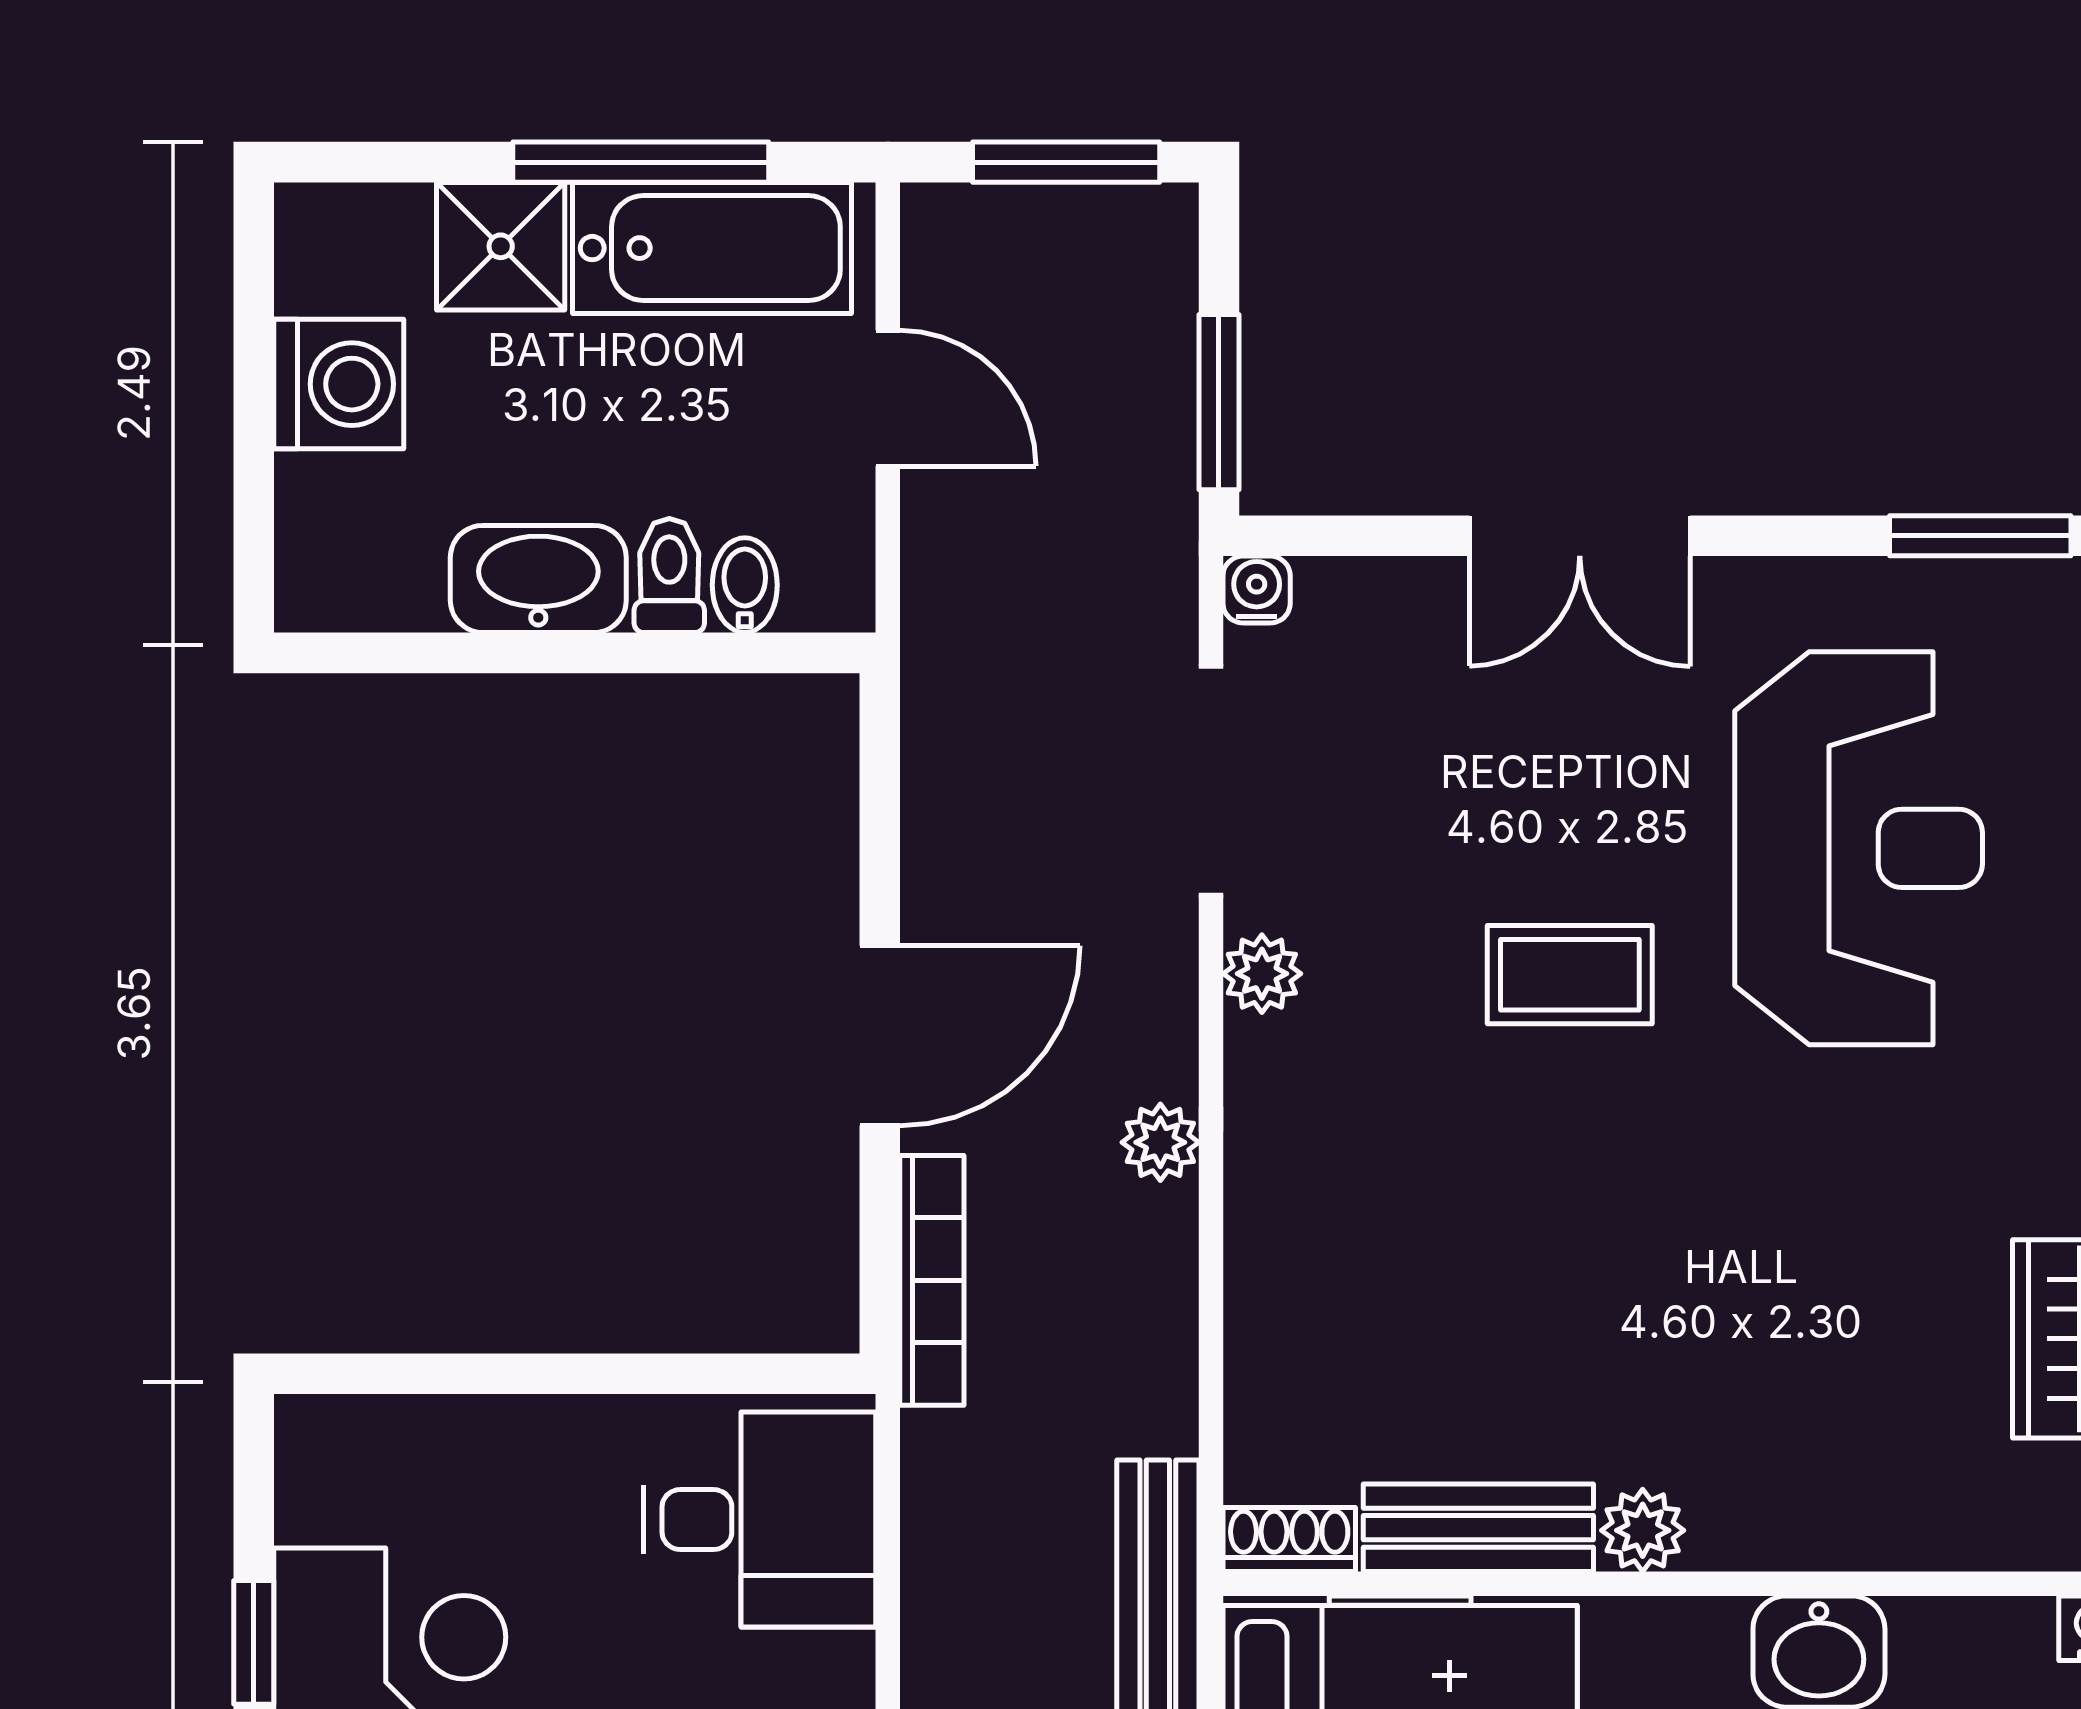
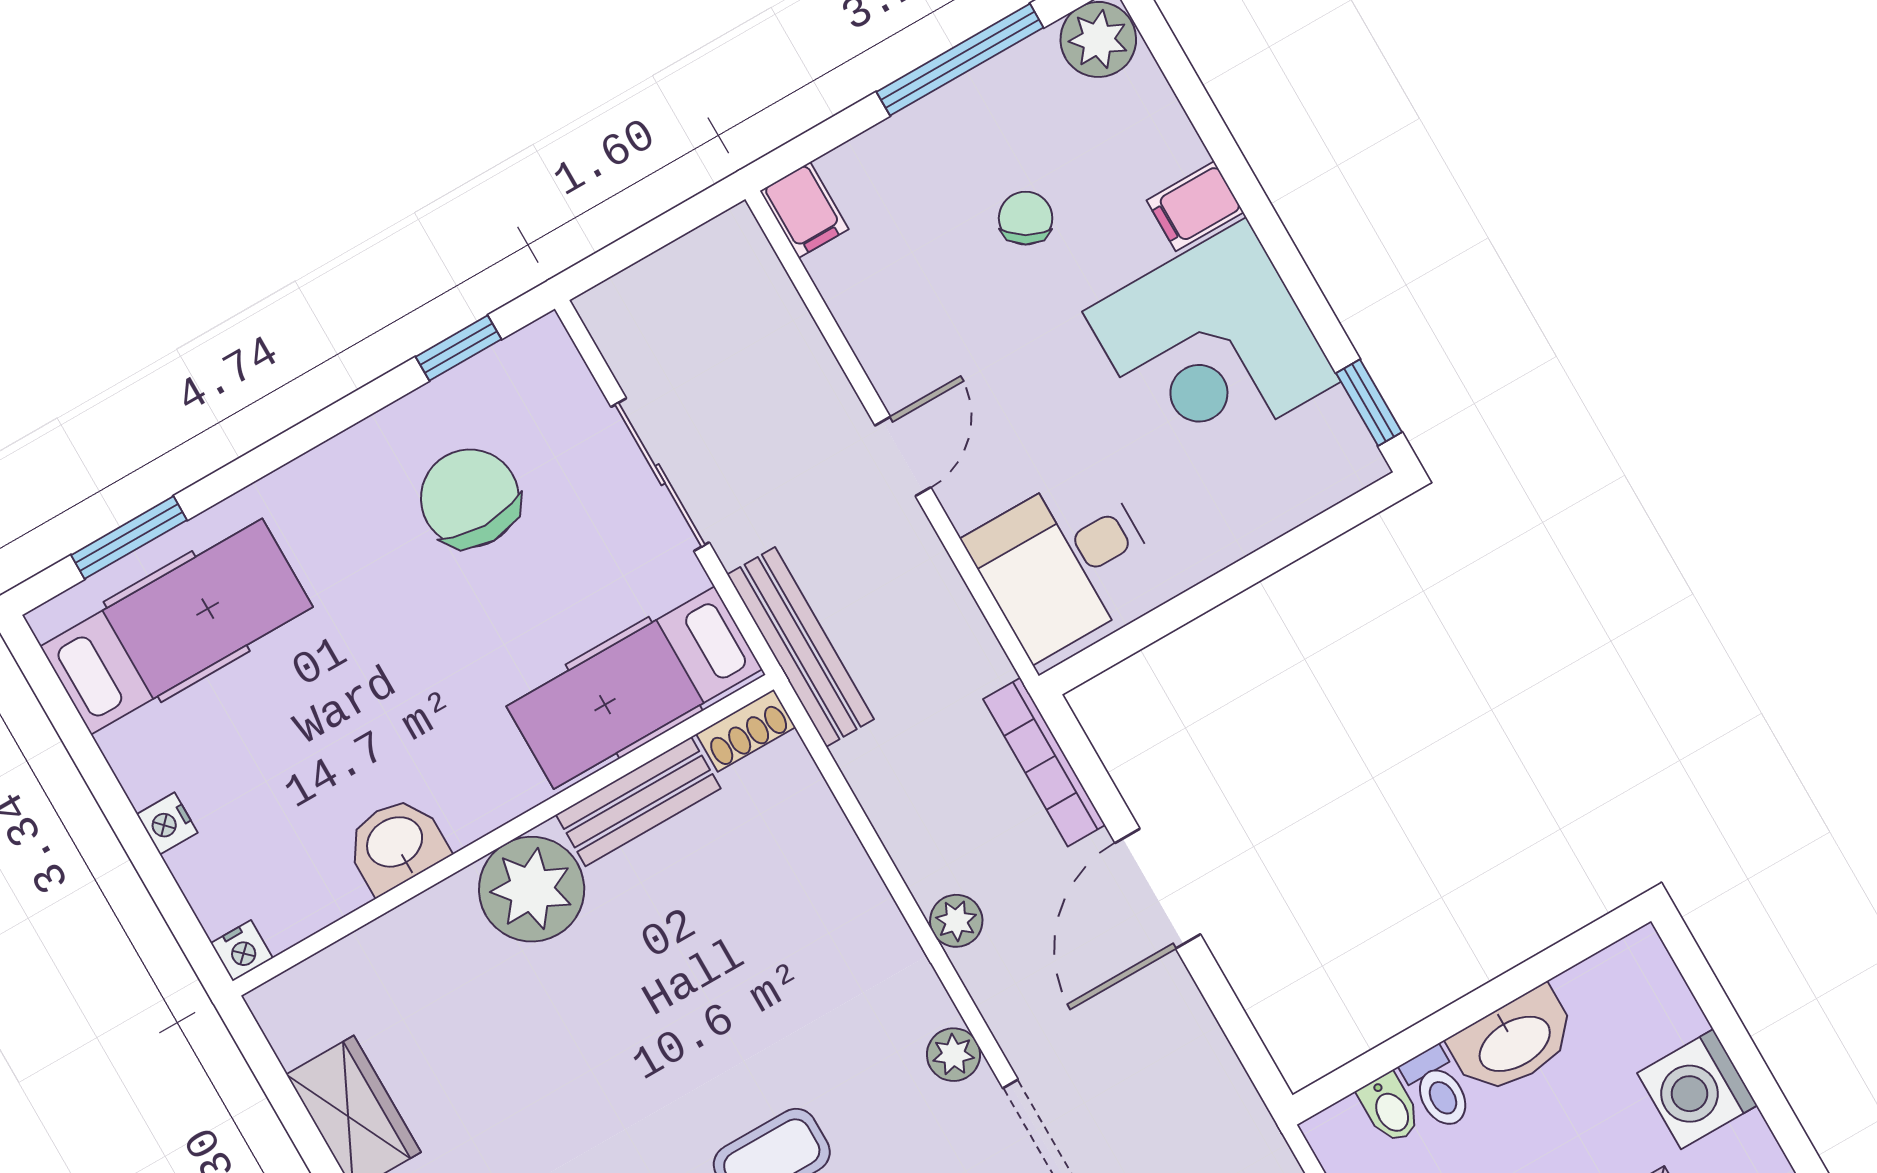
plant: (1643, 1530) -> (532, 889), width x1.87, depth x1.87
window: (254, 1642) -> (1369, 403), moved

